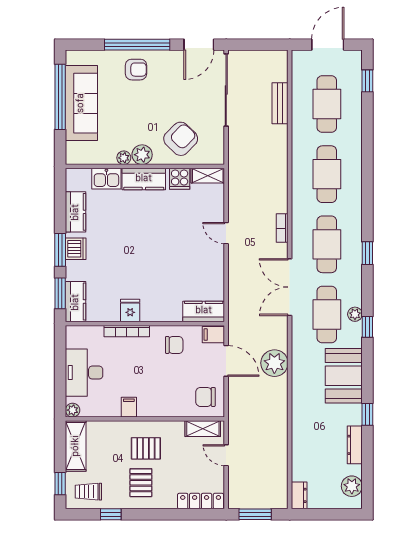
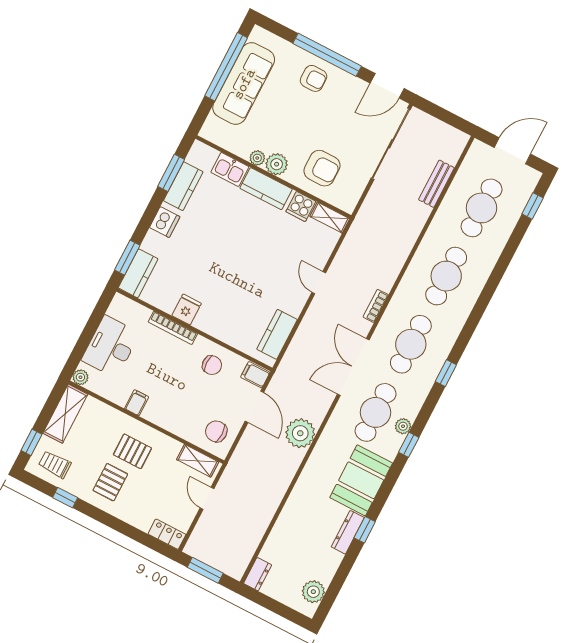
armchair: (181, 139) -> (322, 168), turned 46
window: (60, 250) -> (171, 173), moved
kitchen counter: (204, 311) -> (277, 334), moved, turned -90
dresser: (355, 445) -> (348, 532), moved
locker: (201, 501) -> (167, 534), width x0.66

